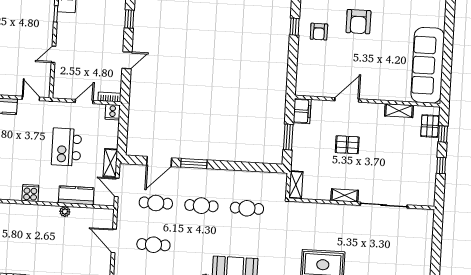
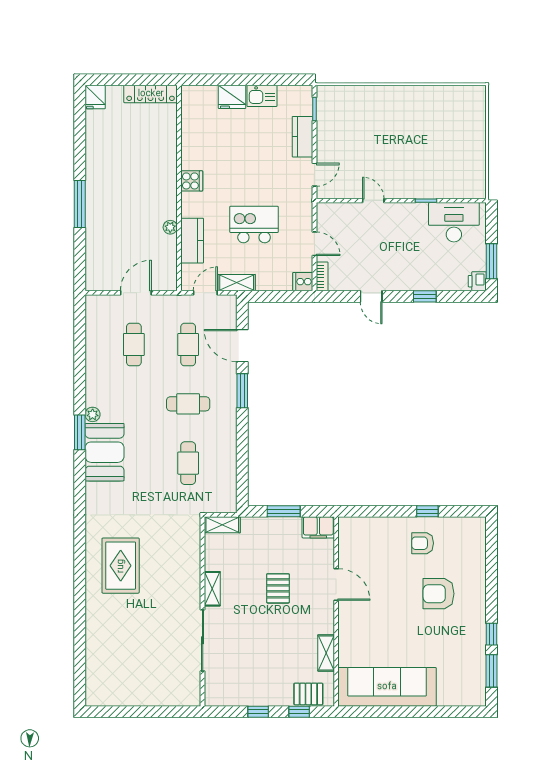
cafe table: (201, 206) -> (188, 404), turned 90

